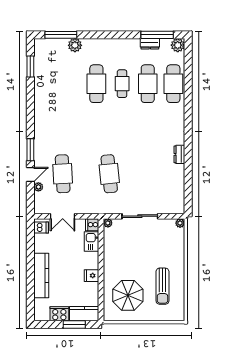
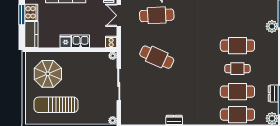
cafe table: (109, 174) -> (157, 57), turned 30
kitchen sink: (91, 242) -> (81, 41), moved
sun lounger: (162, 286) -> (56, 105), width x1.36, depth x1.34
window: (74, 324) -> (22, 15), moved

